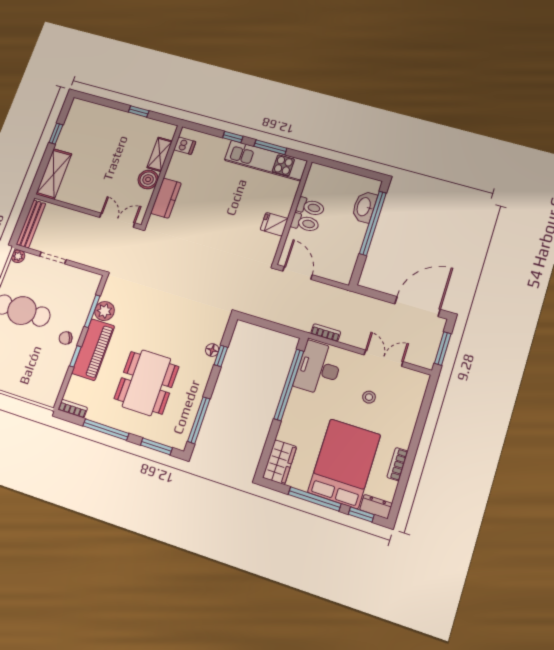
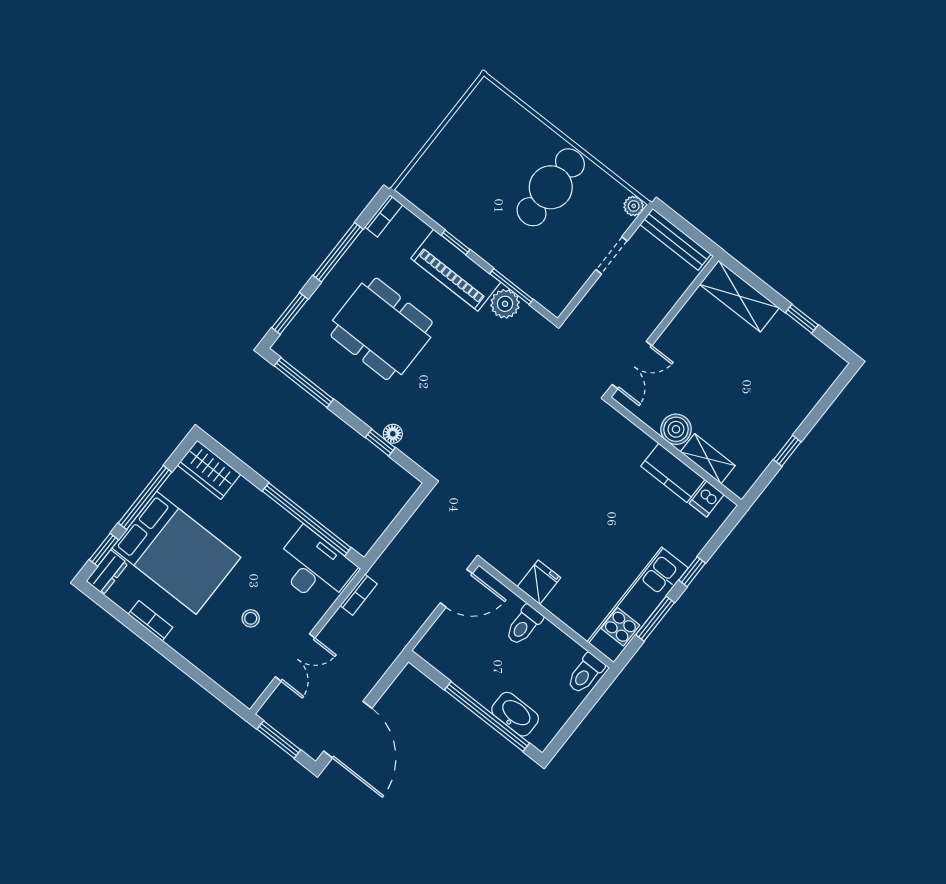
kitchen counter: (166, 198) -> (673, 473), moved
toilet: (310, 207) -> (585, 674), moved
chair: (66, 338) -> (487, 237), removed

